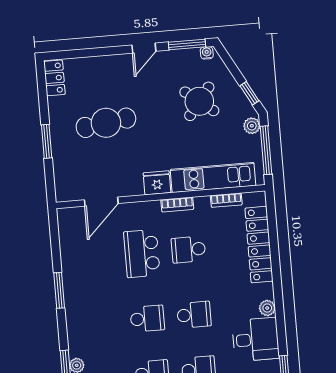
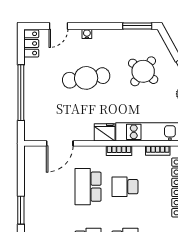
door: (144, 48) -> (58, 26), moved
water cooler: (207, 53) -> (87, 34), moved
cafe table: (106, 123) -> (86, 78), moved
window: (47, 141) -> (21, 93), width x2.11

